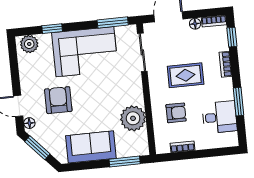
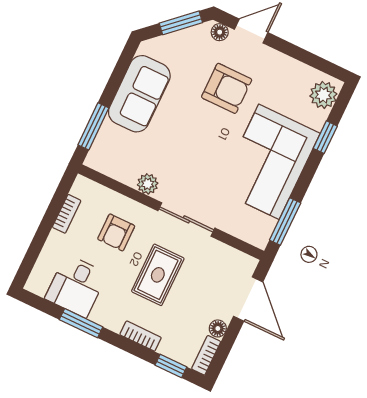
sliding door: (142, 52) -> (186, 219), moved
plant: (133, 118) -> (148, 184), width x0.53, depth x0.53

